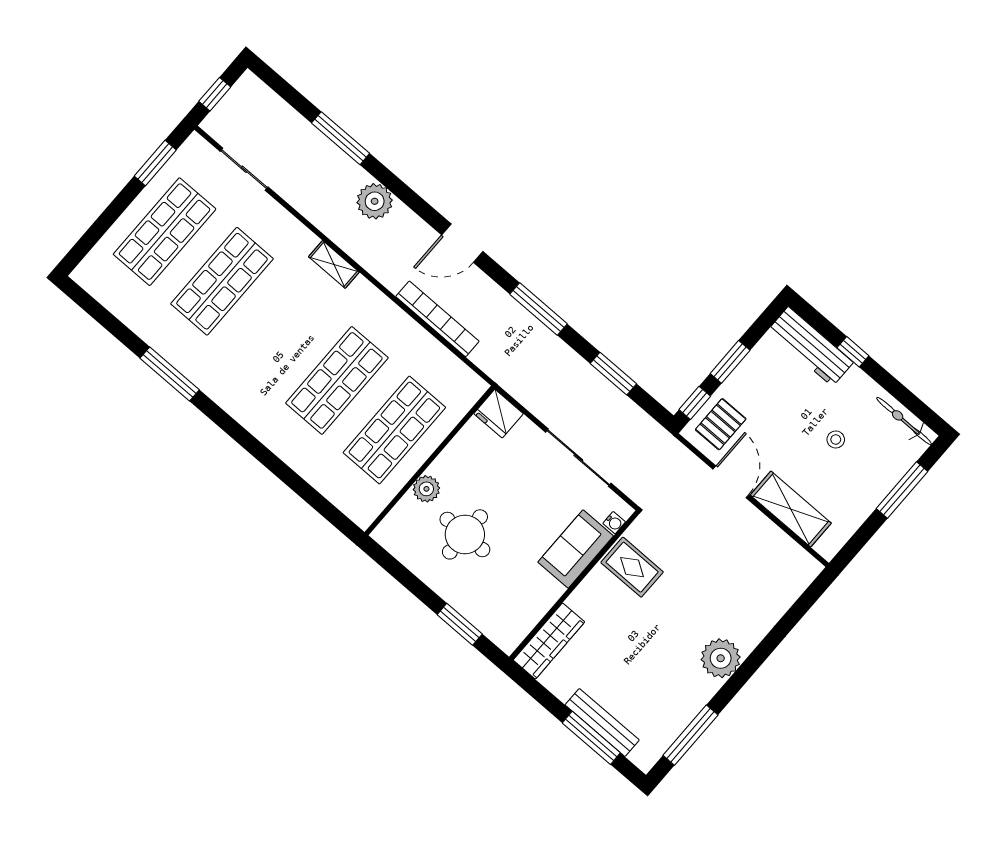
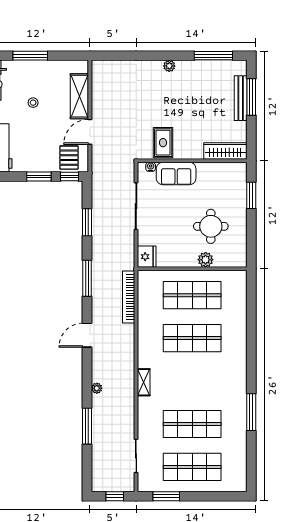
plant: (375, 201) -> (97, 388), width x0.53, depth x0.53
door: (462, 243) -> (87, 335), swing flipped
bookcase: (437, 319) -> (129, 297), moved
pallet: (721, 424) -> (69, 158), turned 90
plant: (721, 658) -> (169, 66), width x0.53, depth x0.53

